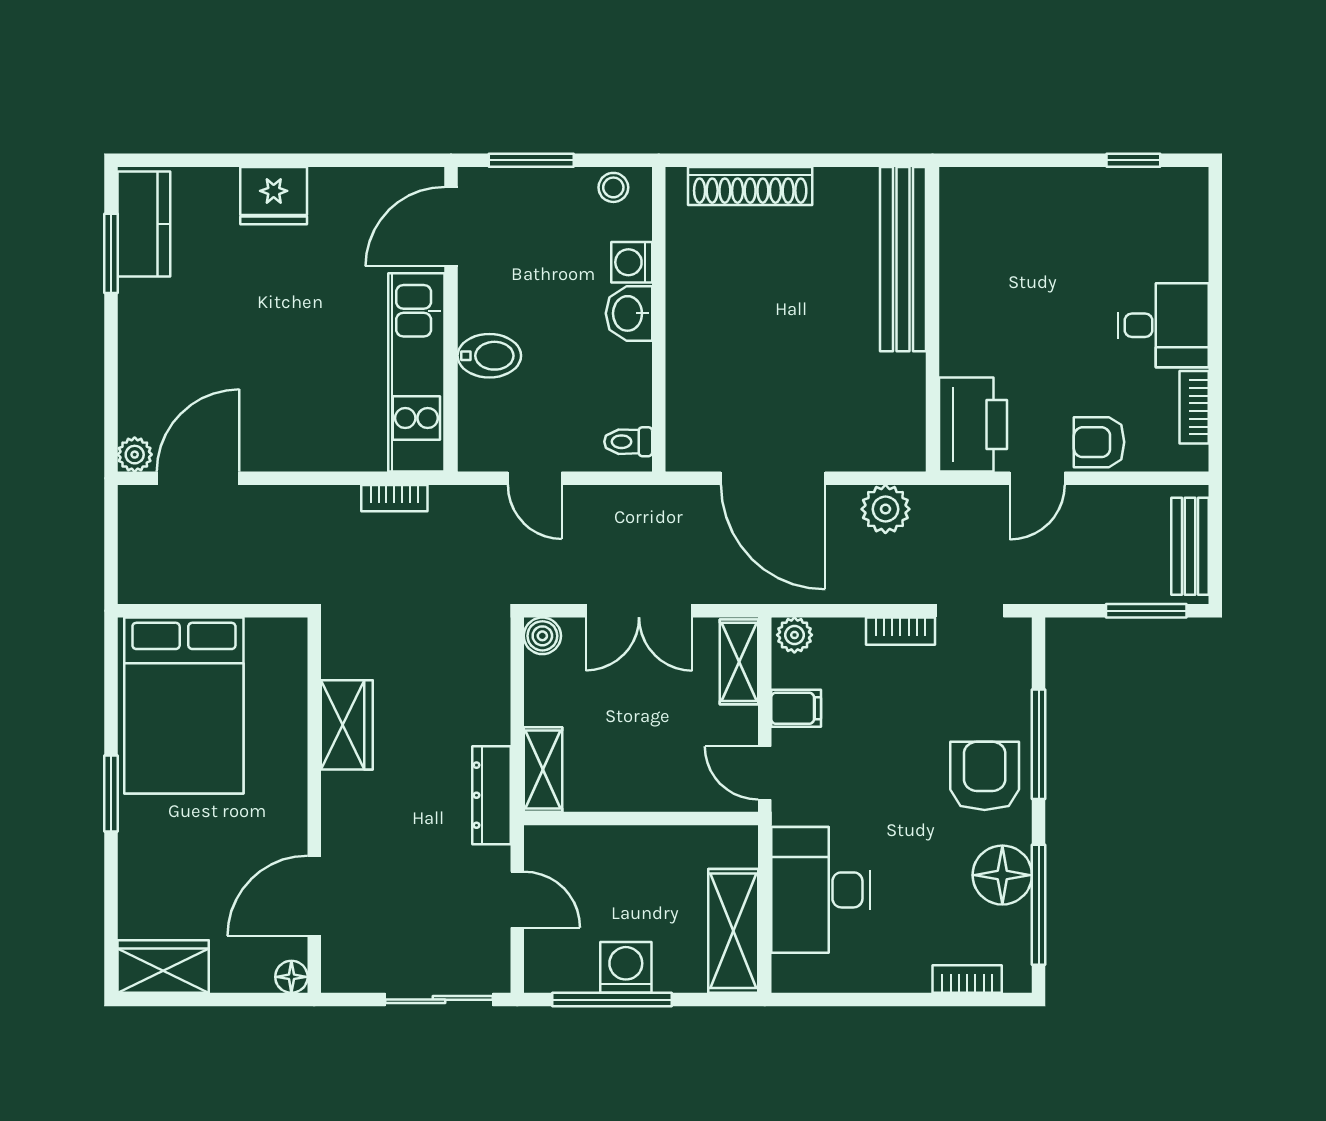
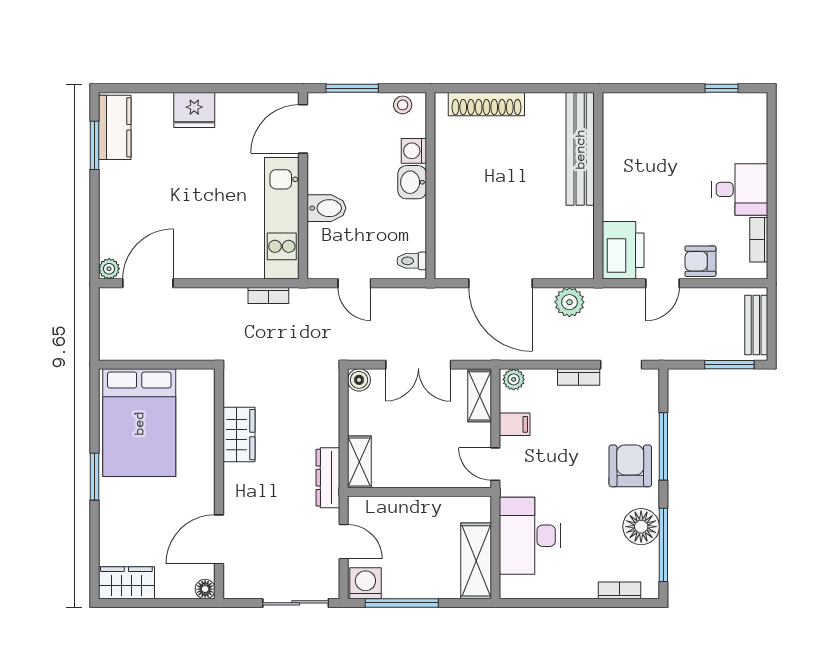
washing machine: (626, 967) -> (365, 583), moved

